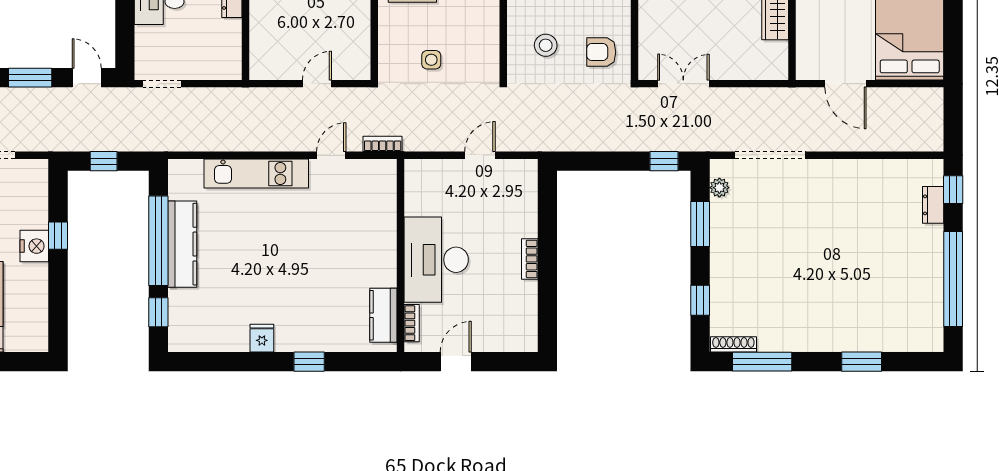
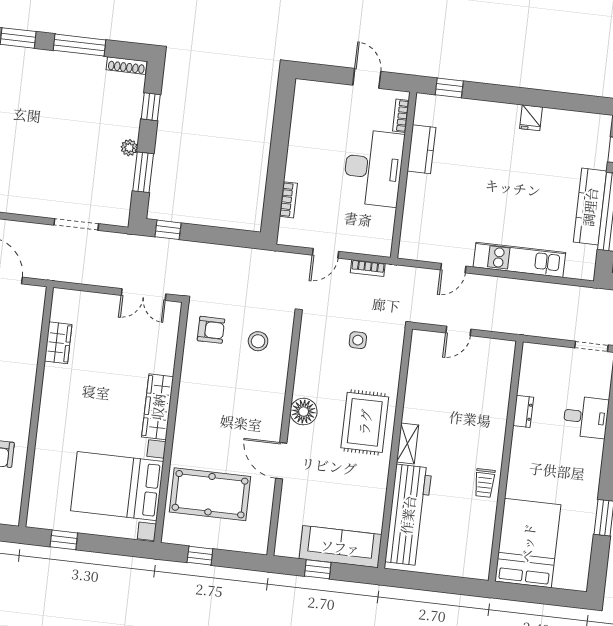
bookcase: (383, 144) -> (368, 268), moved
doorway: (770, 155) -> (76, 224), width x0.73
plant: (719, 188) -> (129, 148), moved
bookcase: (530, 259) -> (288, 200), moved
kitchen counter: (383, 315) -> (422, 149), moved
window: (309, 362) -> (449, 88), moved
door: (456, 362) -> (367, 78), swing flipped
window: (762, 362) -> (79, 45), moved

